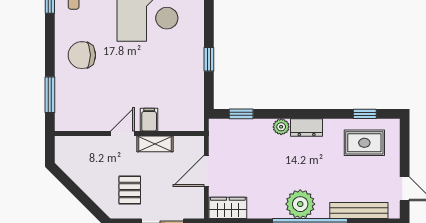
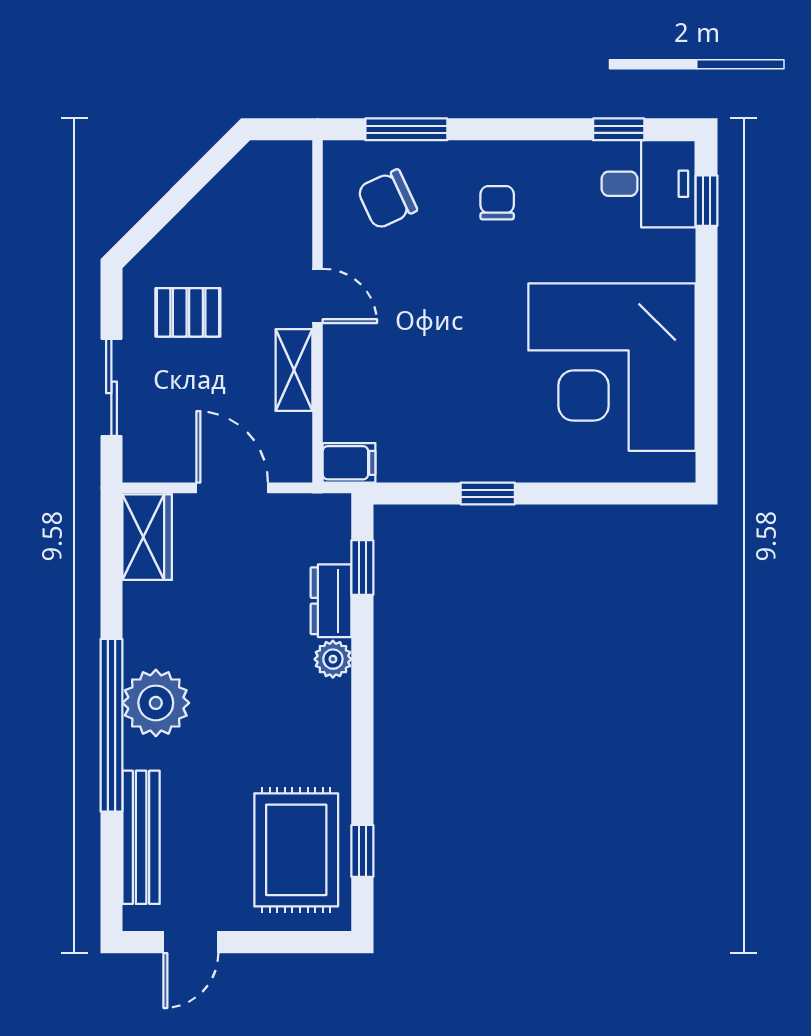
chair: (82, 55) -> (497, 203), width x0.54, depth x0.54
chair: (80, 103) -> (387, 199), added
filing cabinet: (149, 120) -> (349, 463), moved
dresser: (307, 128) -> (331, 601), moved
rug: (364, 143) -> (296, 850), width x1.36, depth x1.43

